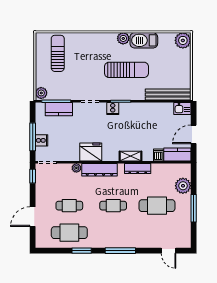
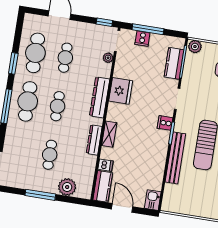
bench: (168, 94) -> (175, 158), moved
plant: (76, 168) -> (108, 58), moved
cafe table: (157, 206) -> (50, 155), width x0.73, depth x0.74
cafe table: (113, 233) -> (28, 101), added

